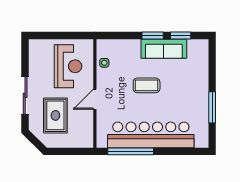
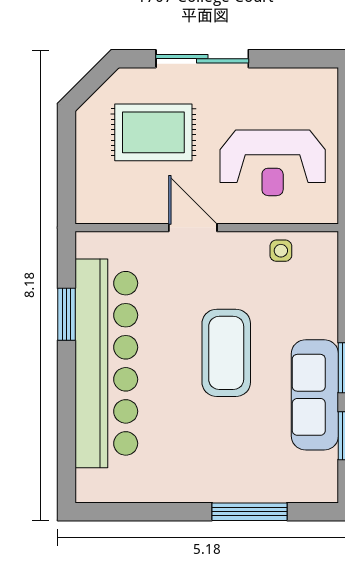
coffee table: (147, 85) -> (226, 353), width x1.36, depth x1.32
window: (212, 107) -> (250, 512), moved
window: (131, 151) -> (66, 314), width x0.47

